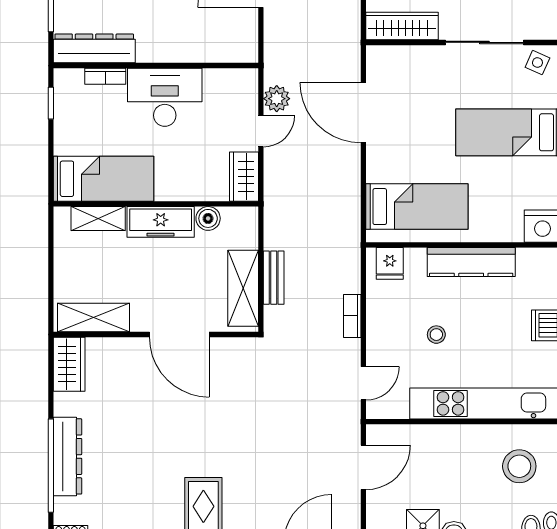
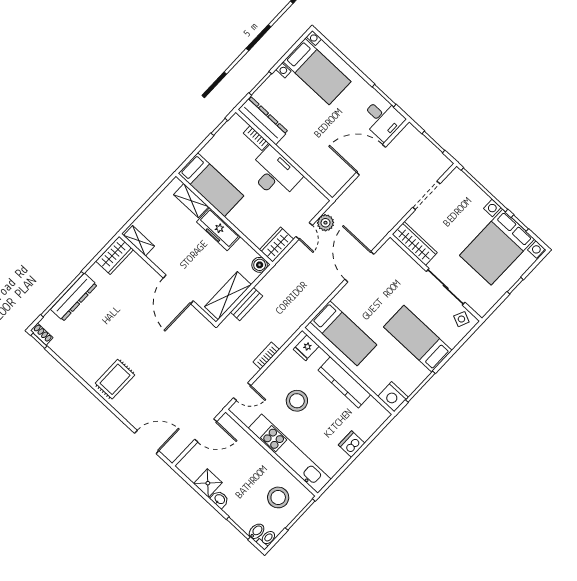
door: (261, 131) -> (304, 231), hinge flipped
boiler: (208, 218) -> (260, 265), moved
shelving: (93, 318) -> (139, 241), width x0.67, depth x0.75
stool: (436, 335) -> (297, 401), width x1.89, depth x1.89

